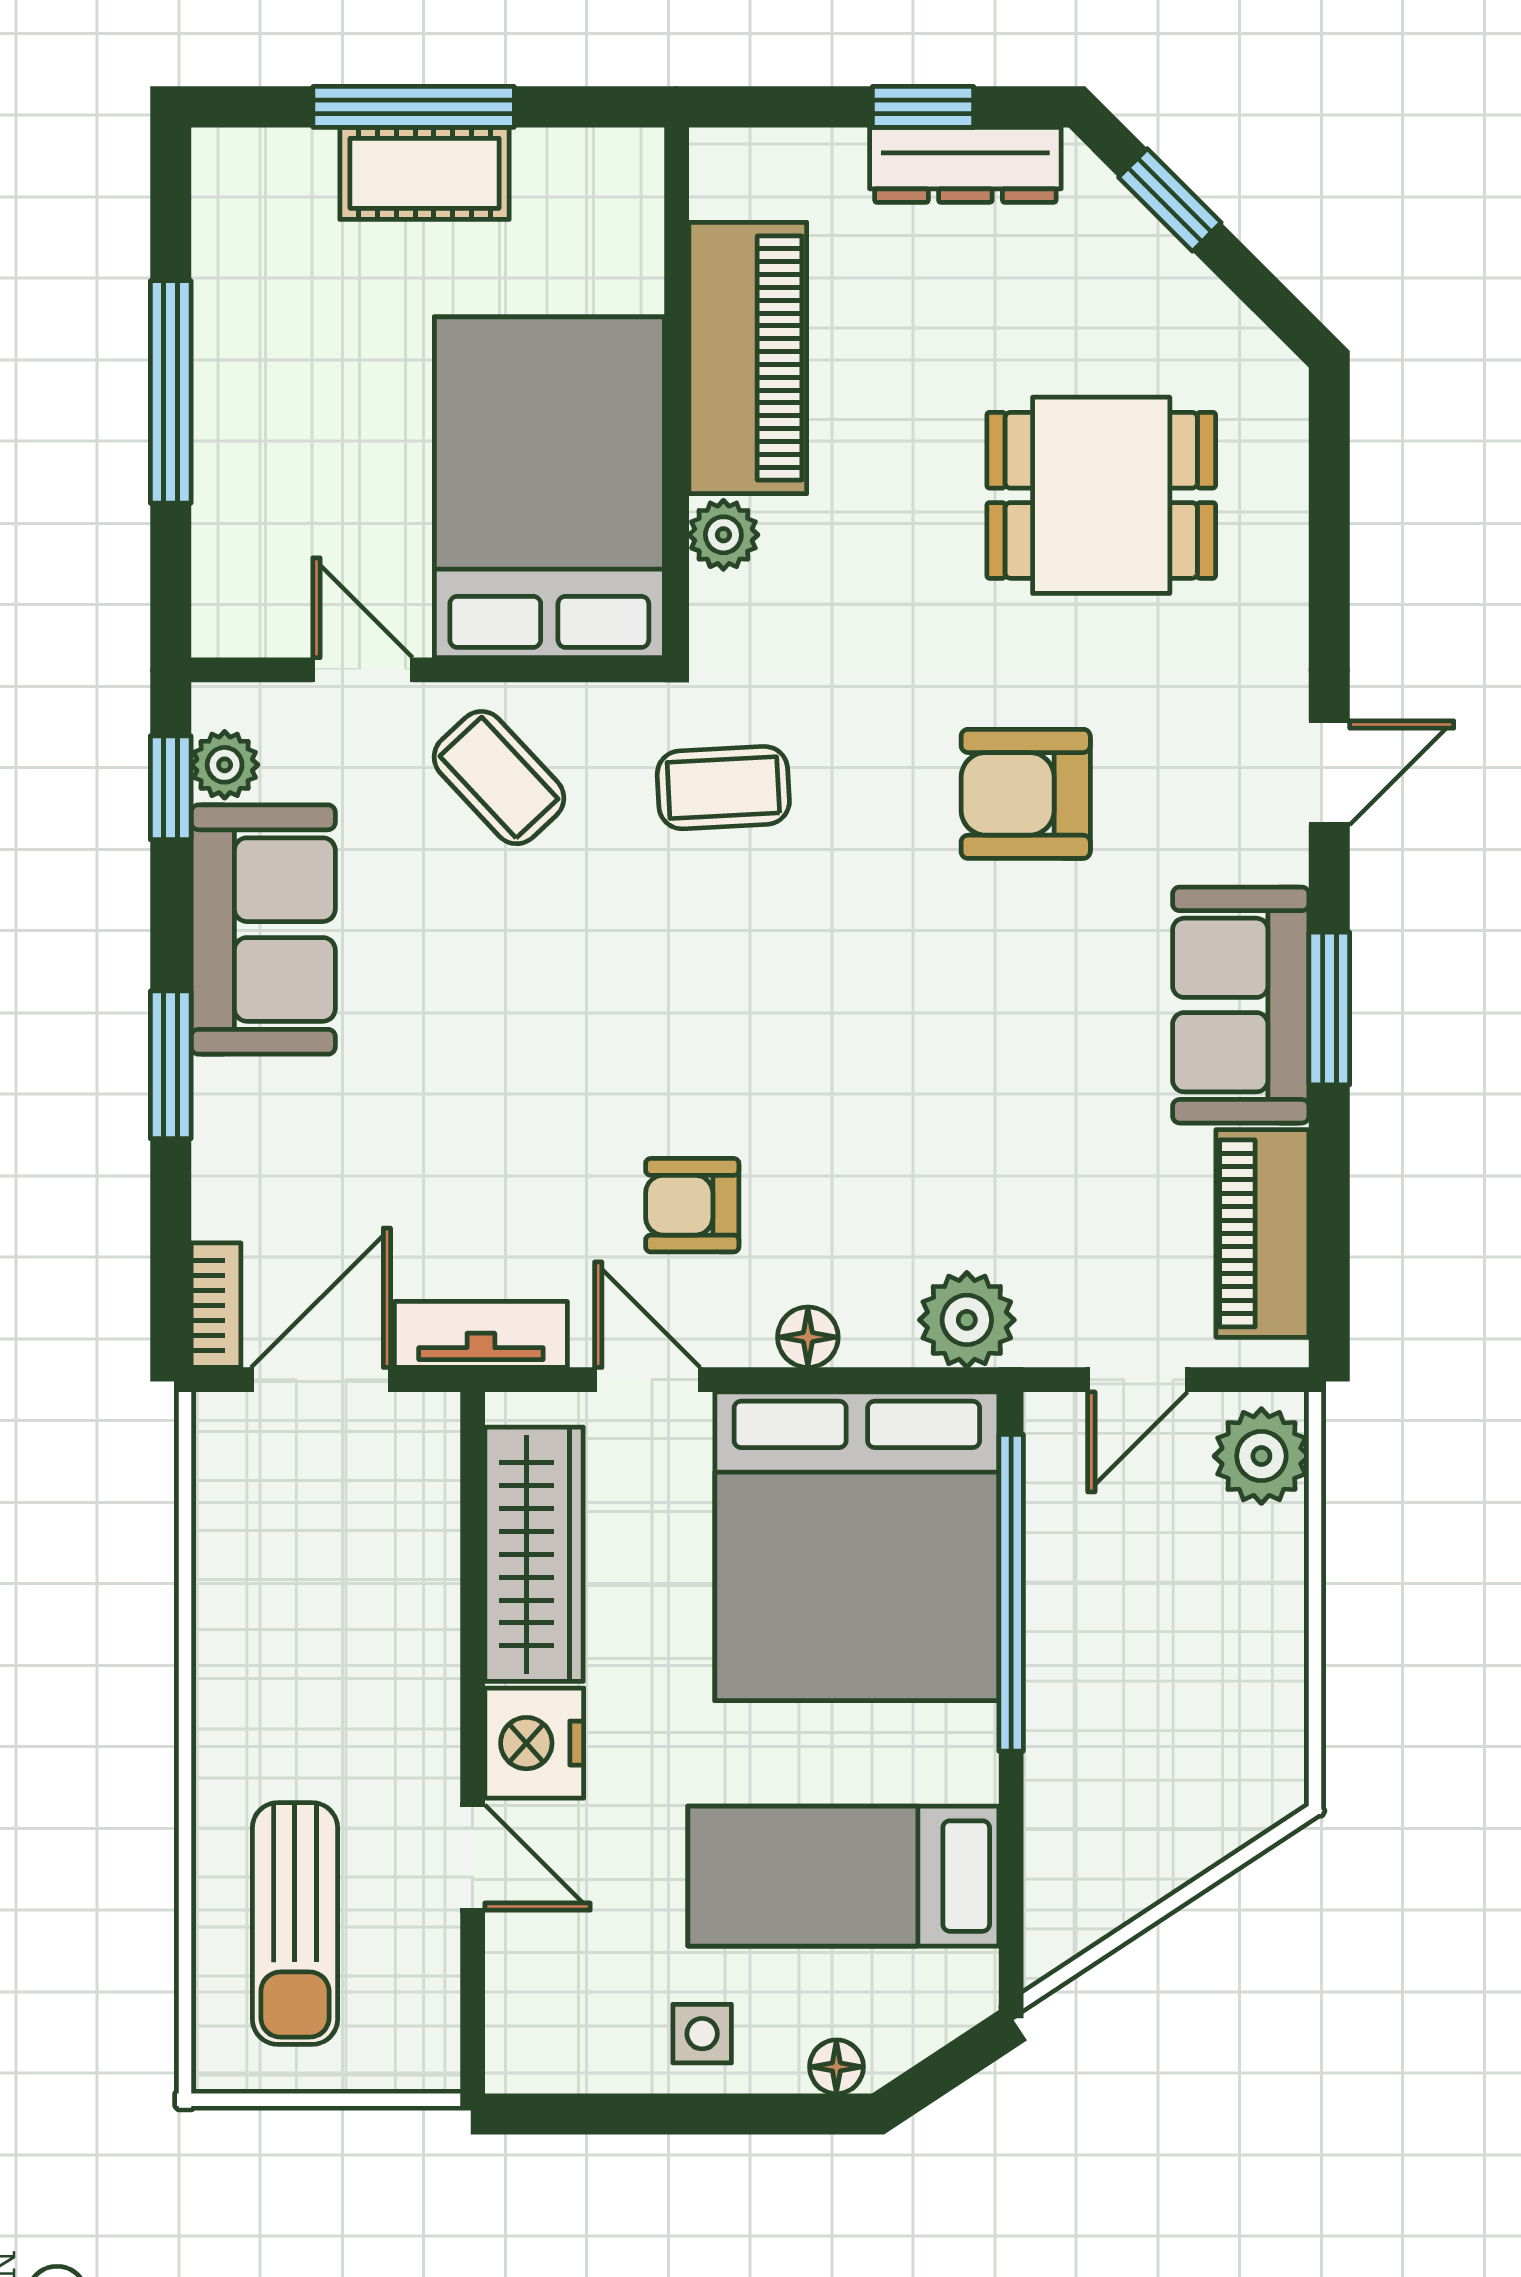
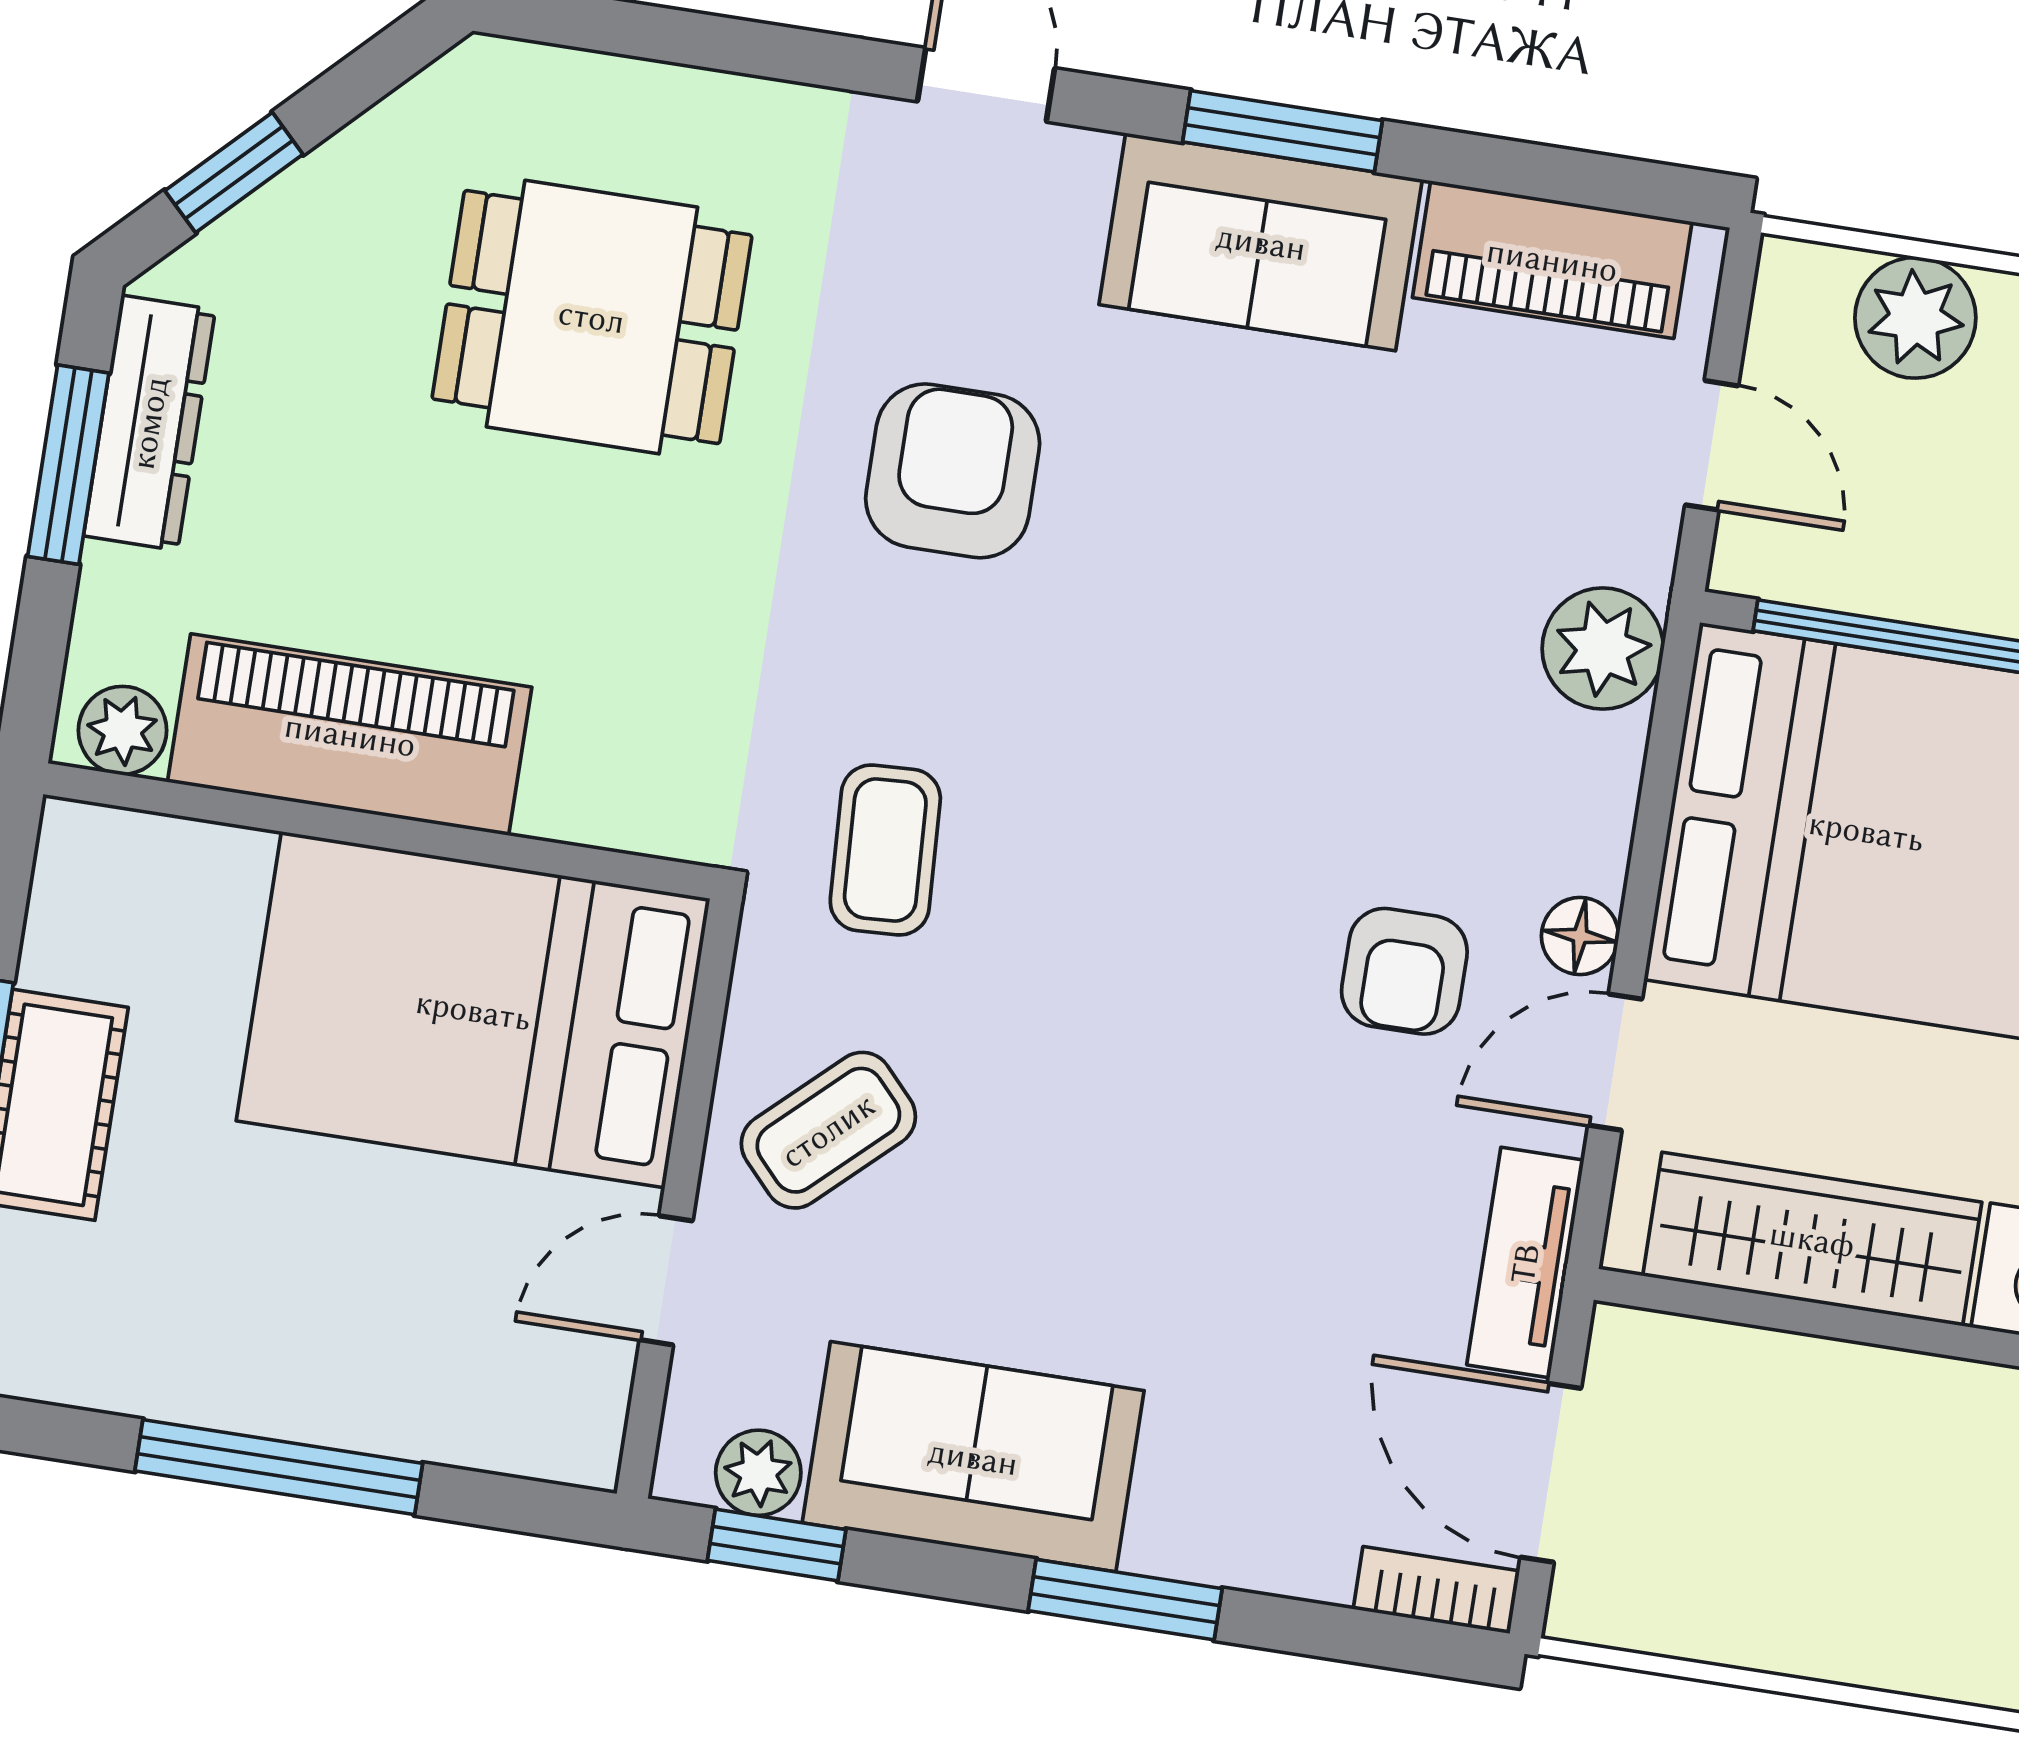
window: (923, 107) -> (68, 465), width x1.50
dining table: (1101, 495) -> (592, 317), turned 90
plant: (723, 535) -> (123, 730), moved
armchair: (1026, 794) -> (953, 471), turned 180
floor lamp: (808, 1337) -> (1580, 936), moved
plant: (1261, 1456) -> (1915, 318), moved

